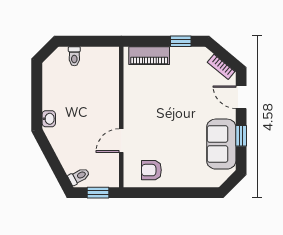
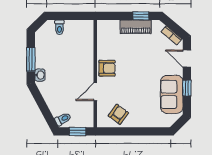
piano: (149, 56) -> (136, 27), moved
window: (37, 98) -> (31, 59), added
armchair: (137, 110) -> (107, 68), added
armchair: (151, 170) -> (118, 114), turned 126

